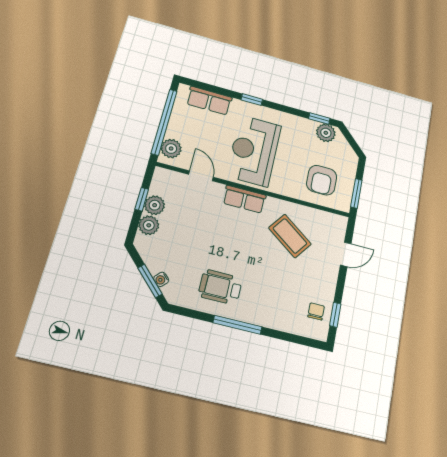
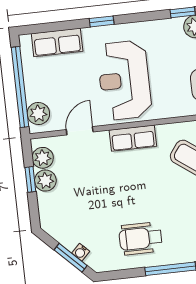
door: (201, 176) -> (80, 131), hinge flipped
plant: (149, 225) -> (43, 158), moved

